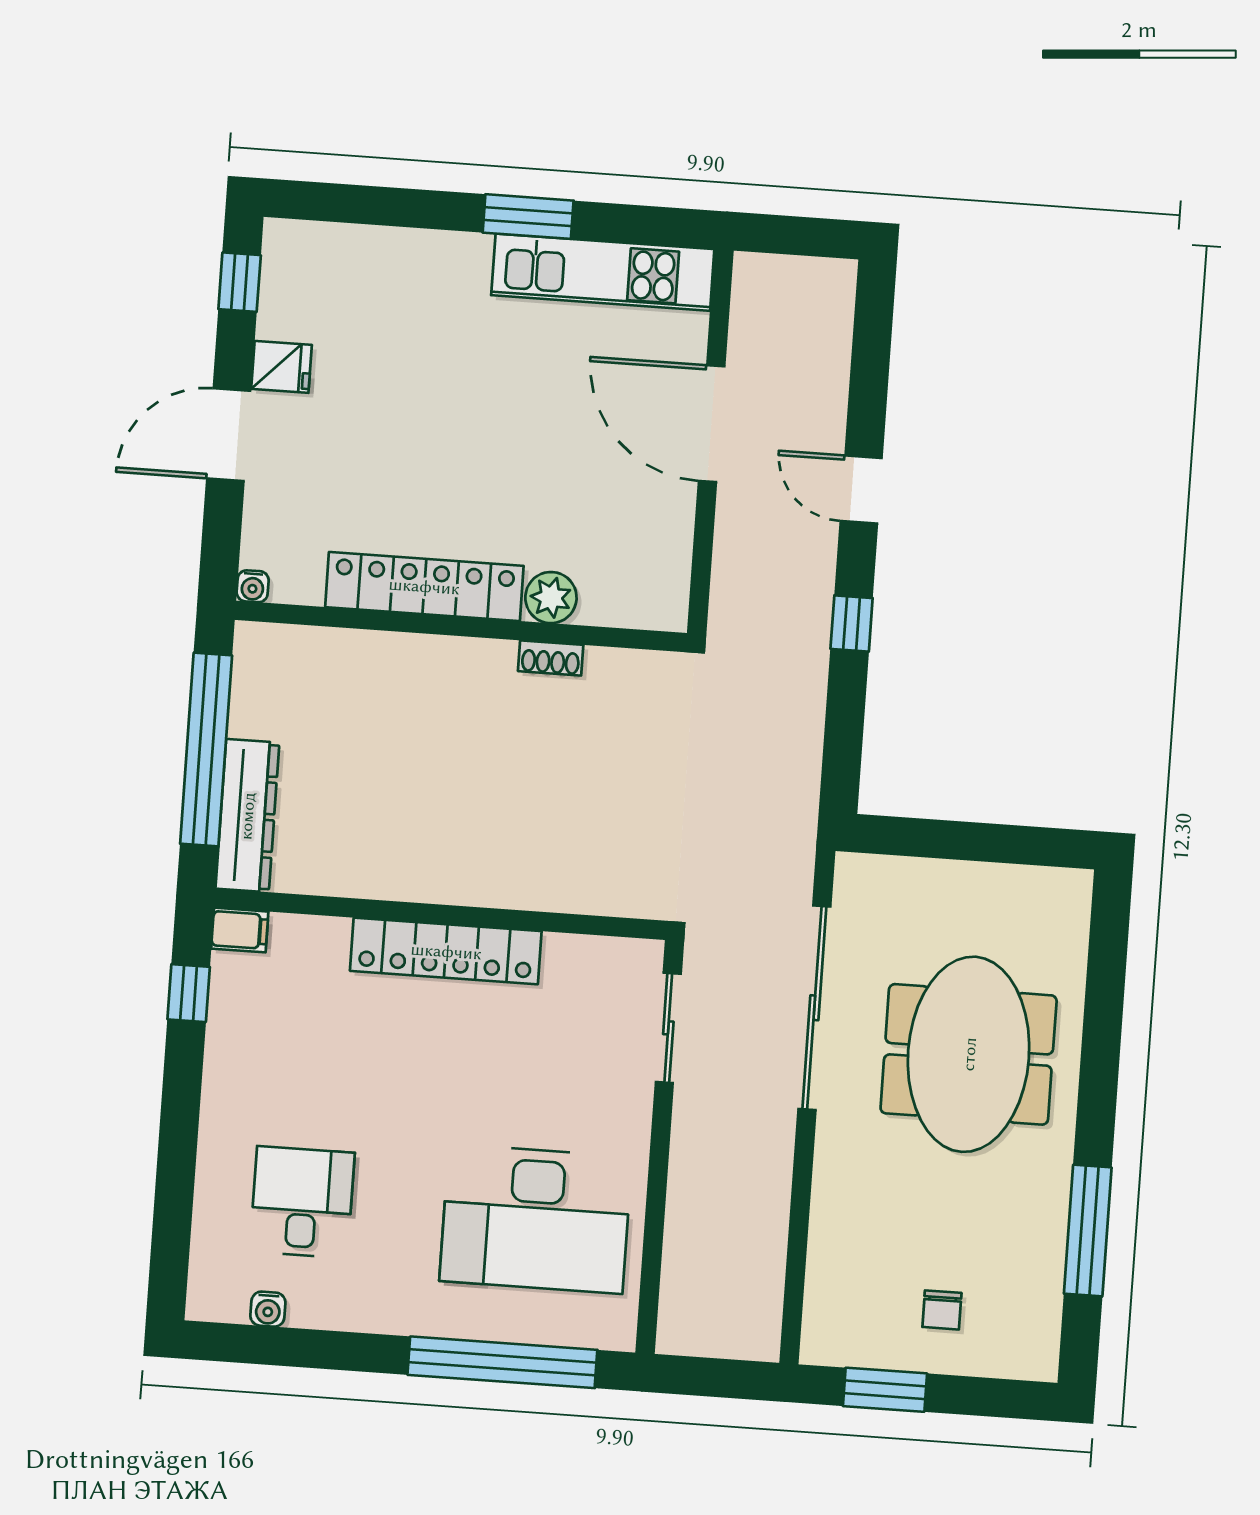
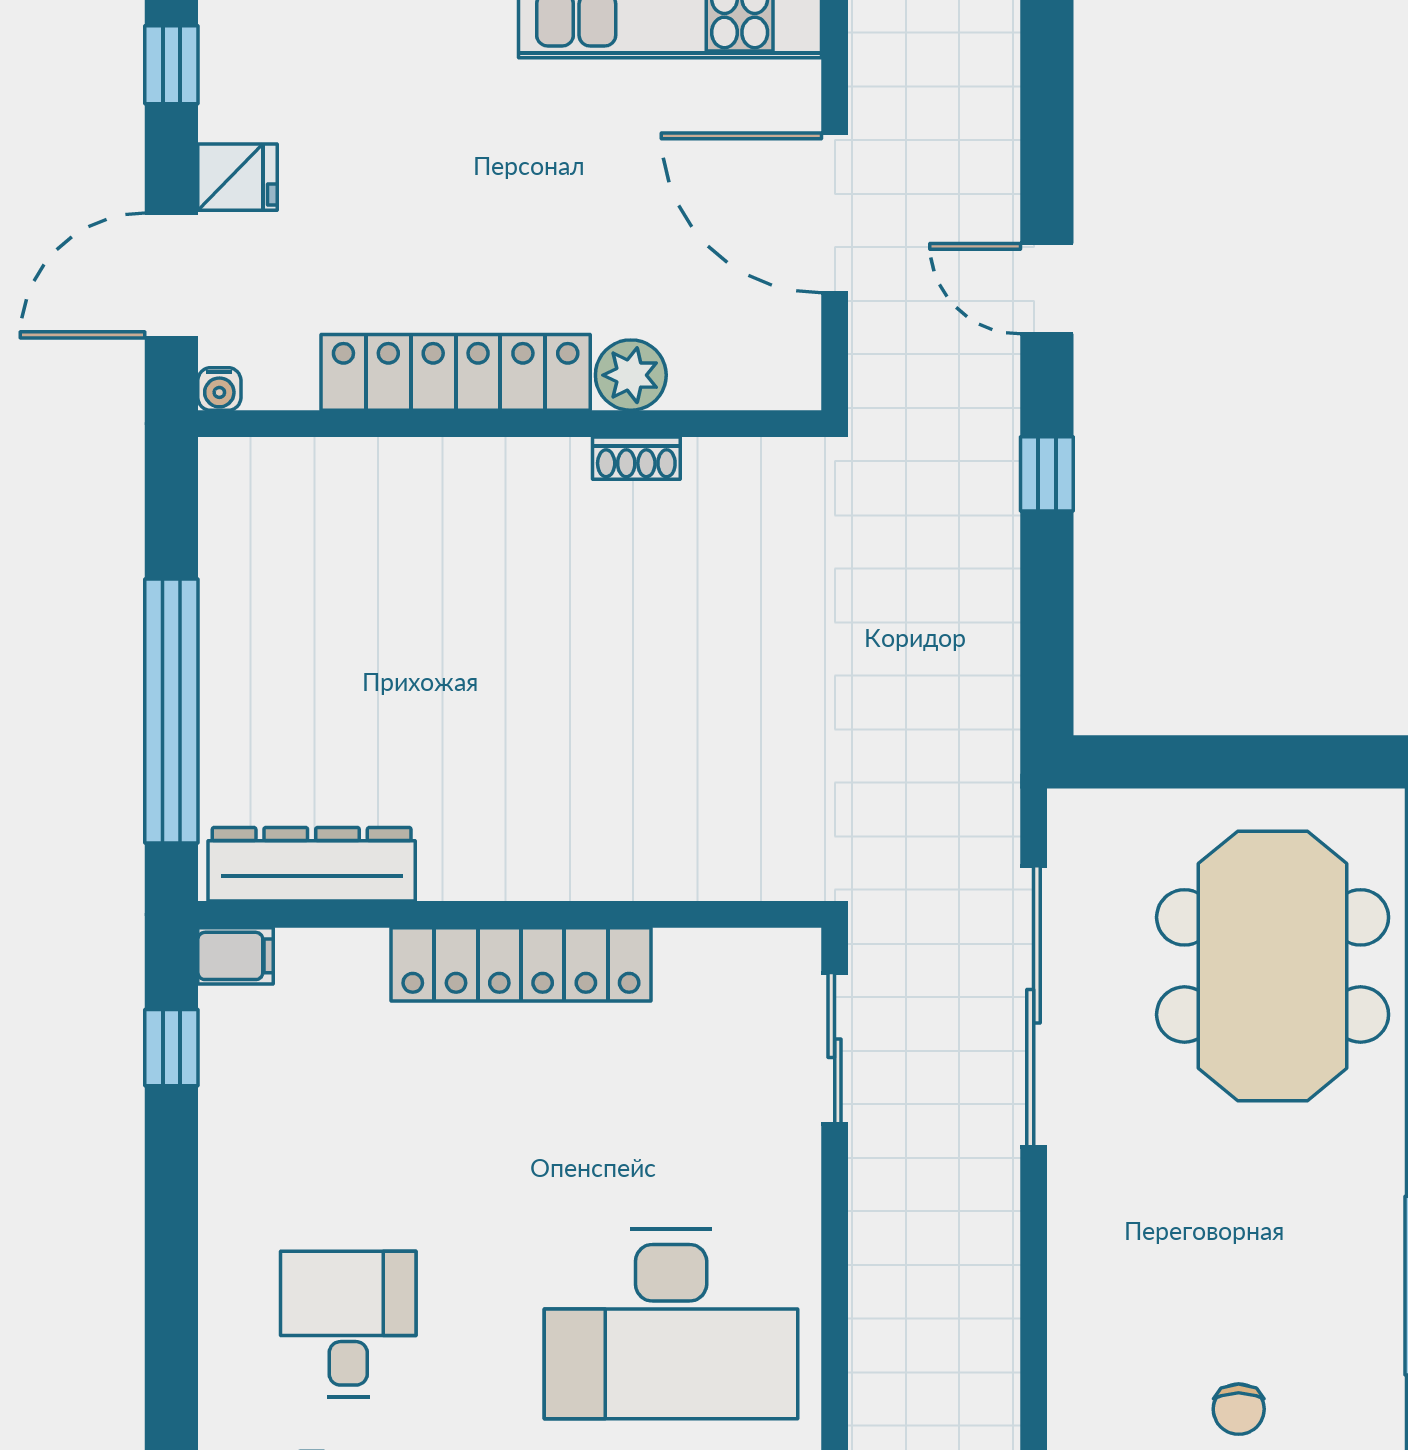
water cooler: (253, 586) -> (219, 389), moved
locker: (424, 586) -> (456, 372), moved
plant: (551, 598) -> (631, 375), moved
wall: (461, 626) -> (510, 424), moved
shoe rack: (551, 658) -> (636, 458), moved
dresser: (247, 816) -> (312, 864), moved, turned -90
meeting table: (969, 1054) -> (1273, 966), moved

